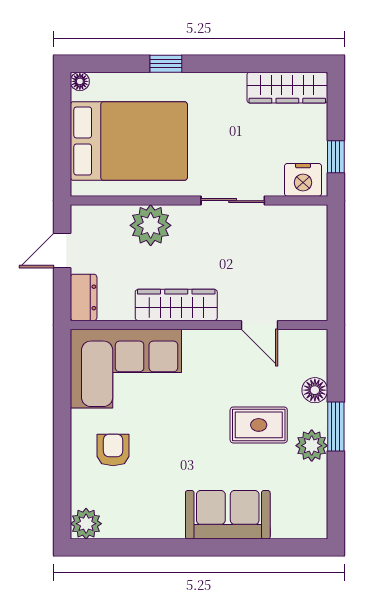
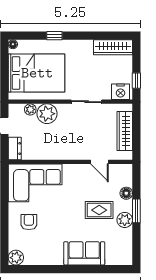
plant: (116, 216) -> (30, 109), added
wardrobe: (176, 305) -> (125, 131), moved, turned -90

